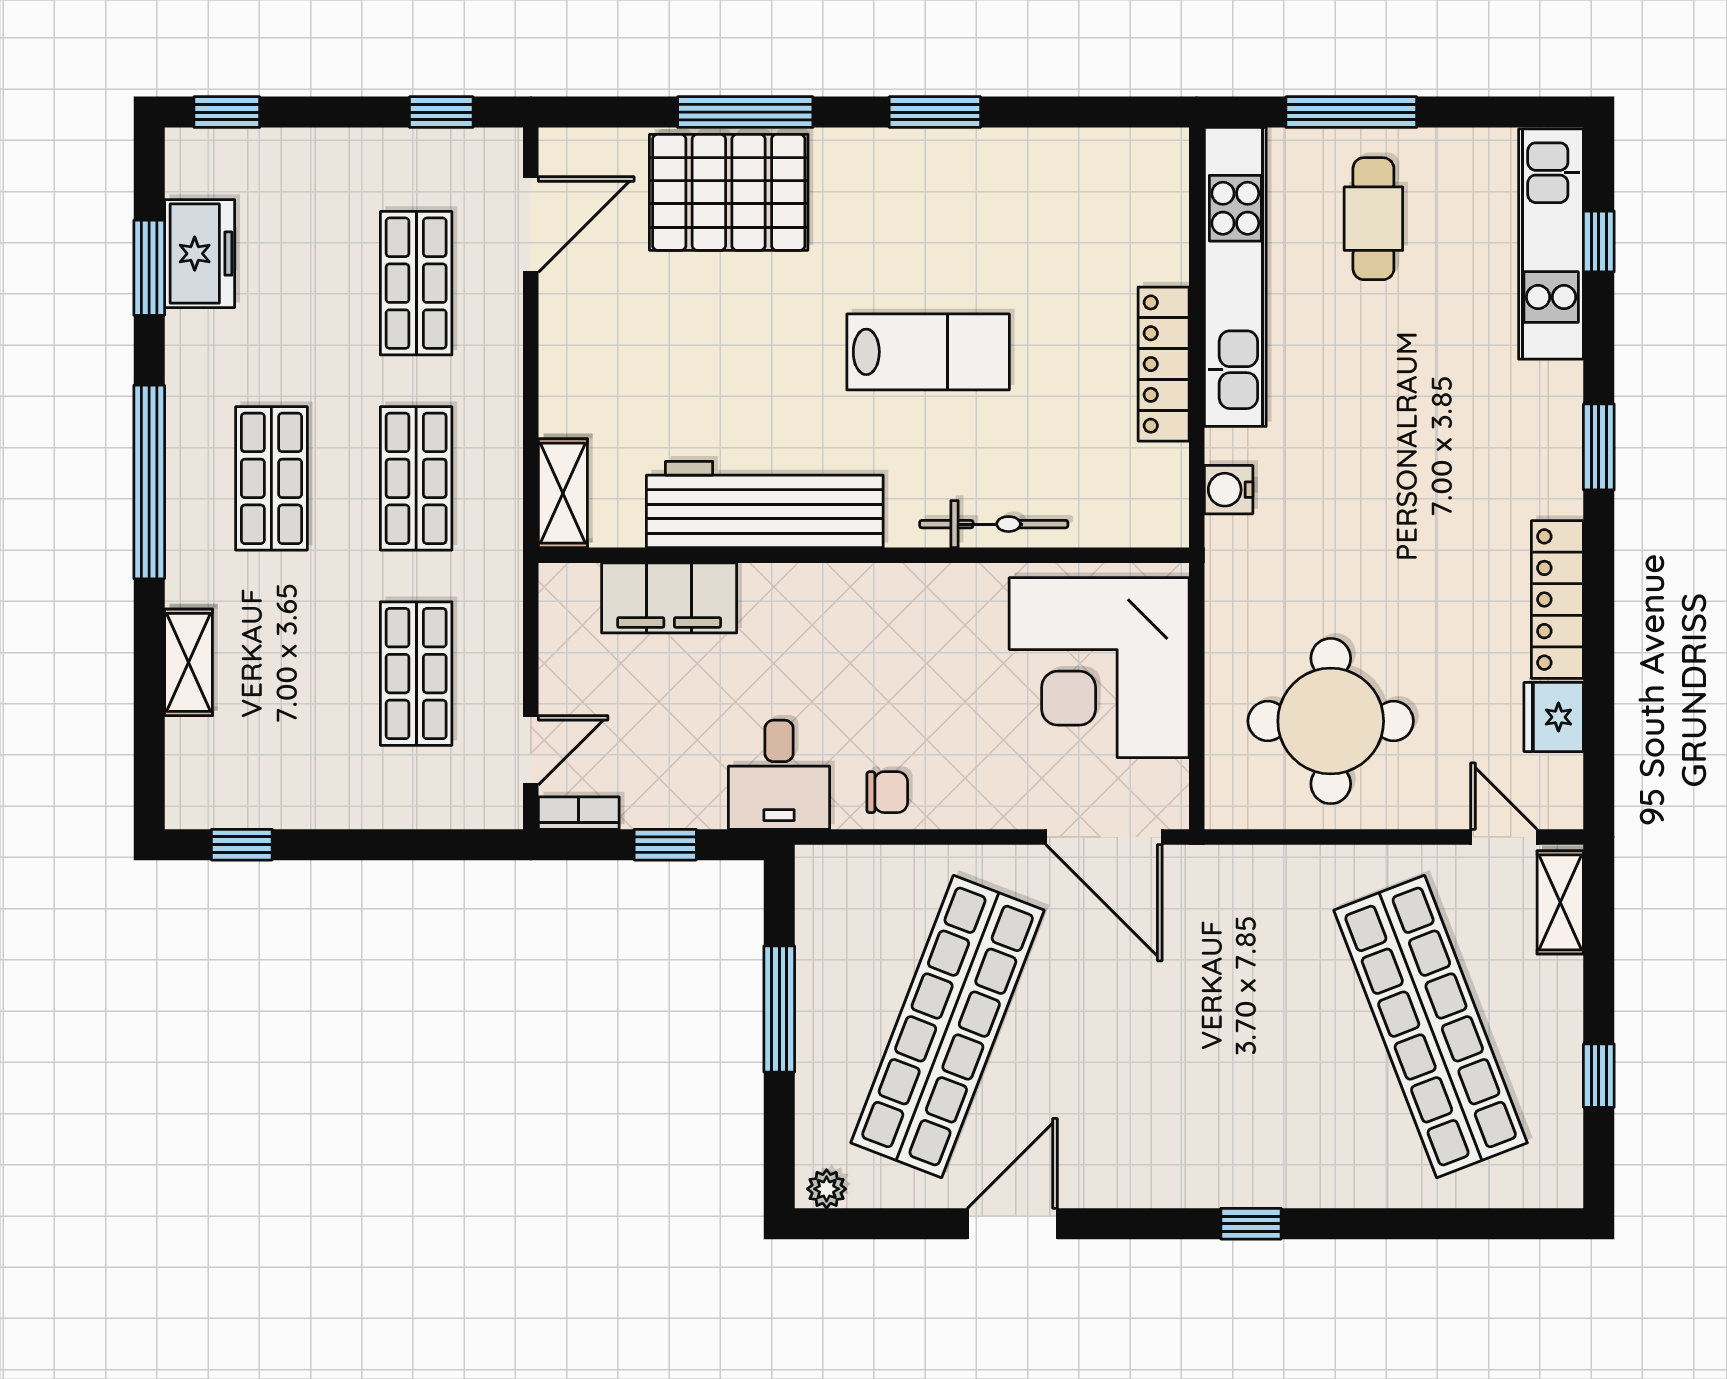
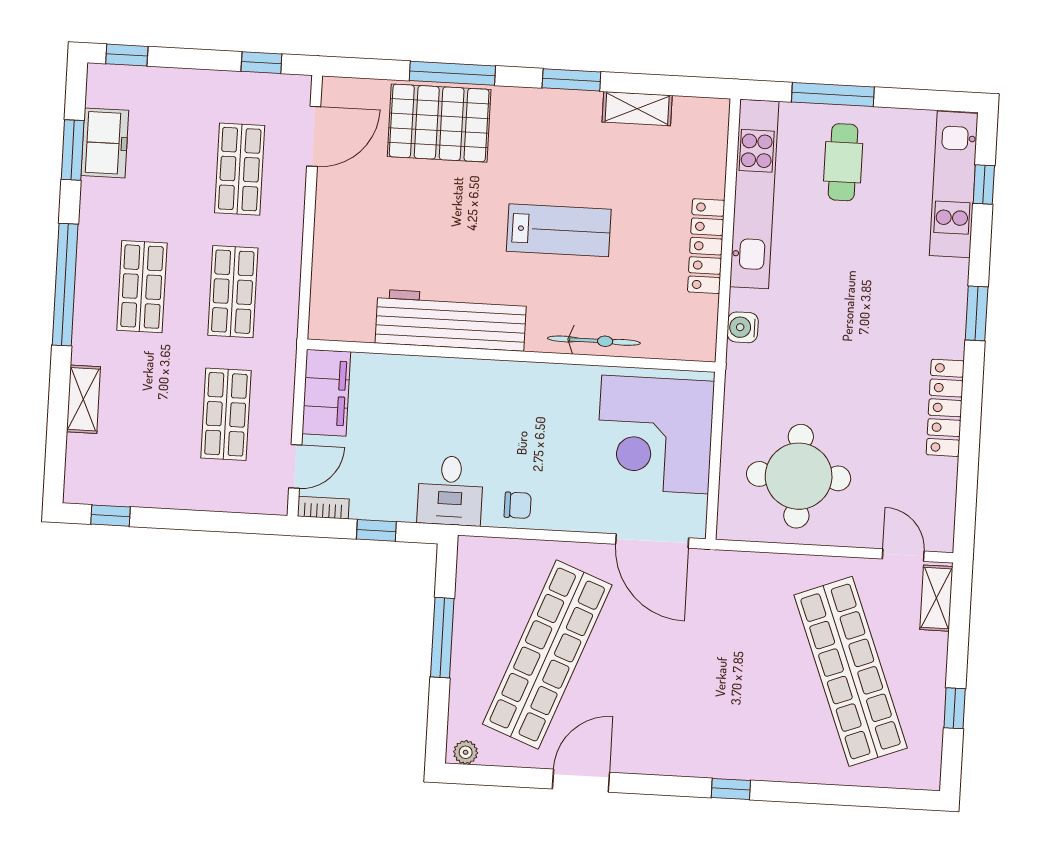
shelving: (563, 493) -> (637, 109), moved, turned 90
filing cabinet: (669, 598) -> (326, 393), moved, turned -90
fridge: (1554, 717) -> (939, 481), removed

